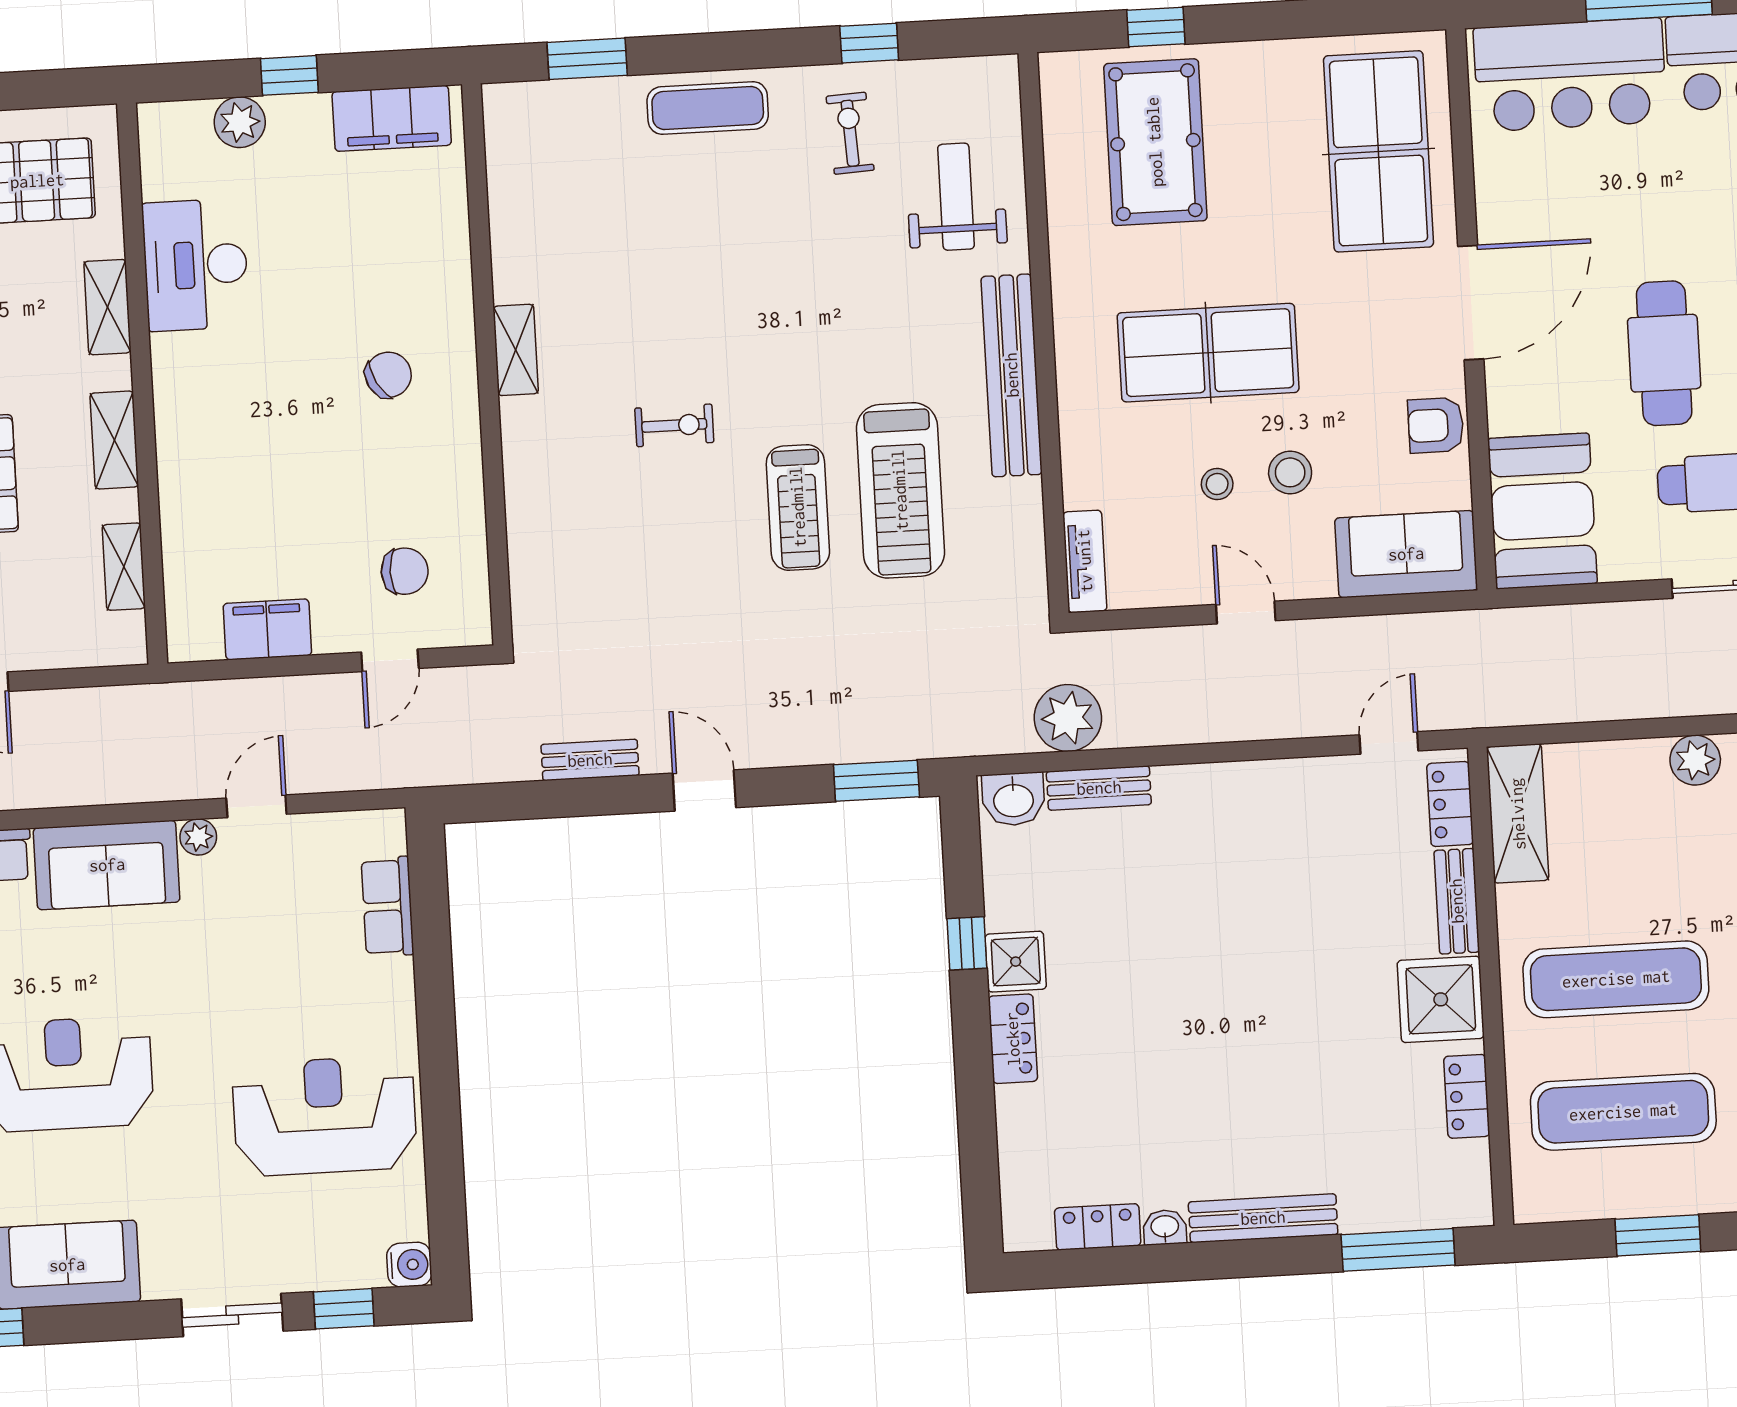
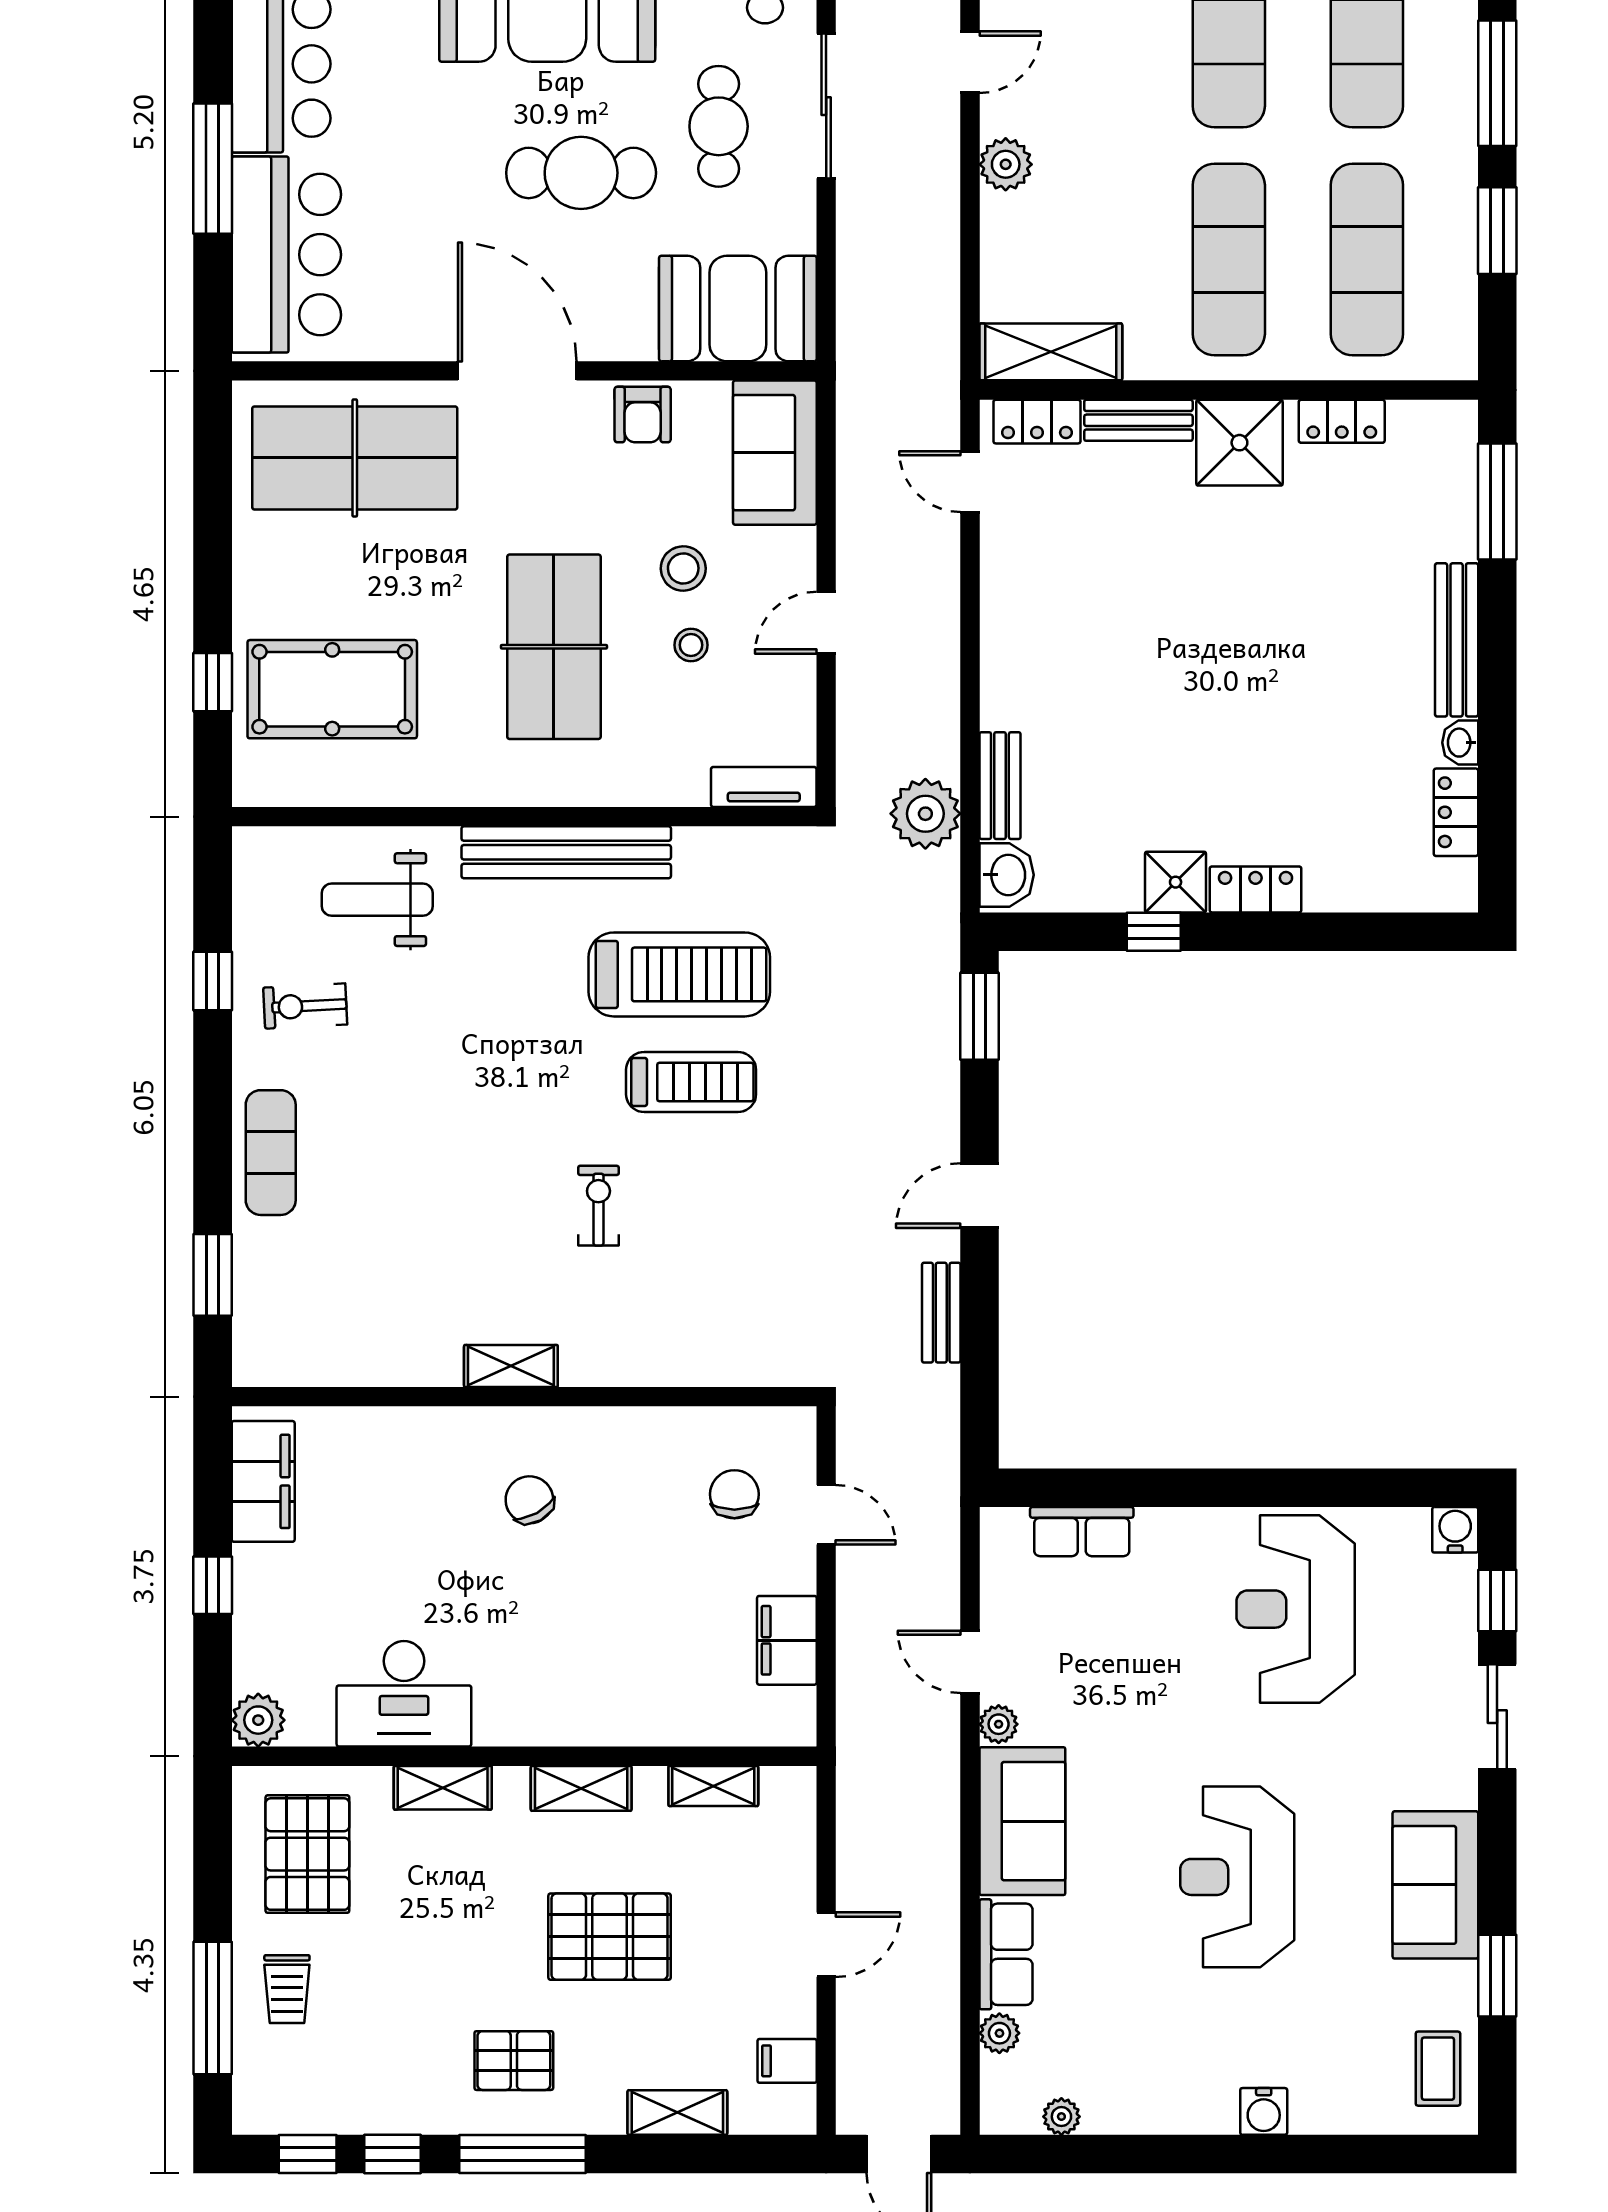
plant: (240, 122) -> (258, 1720), moved

